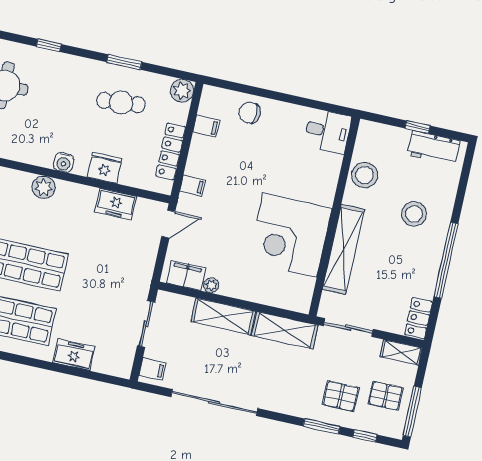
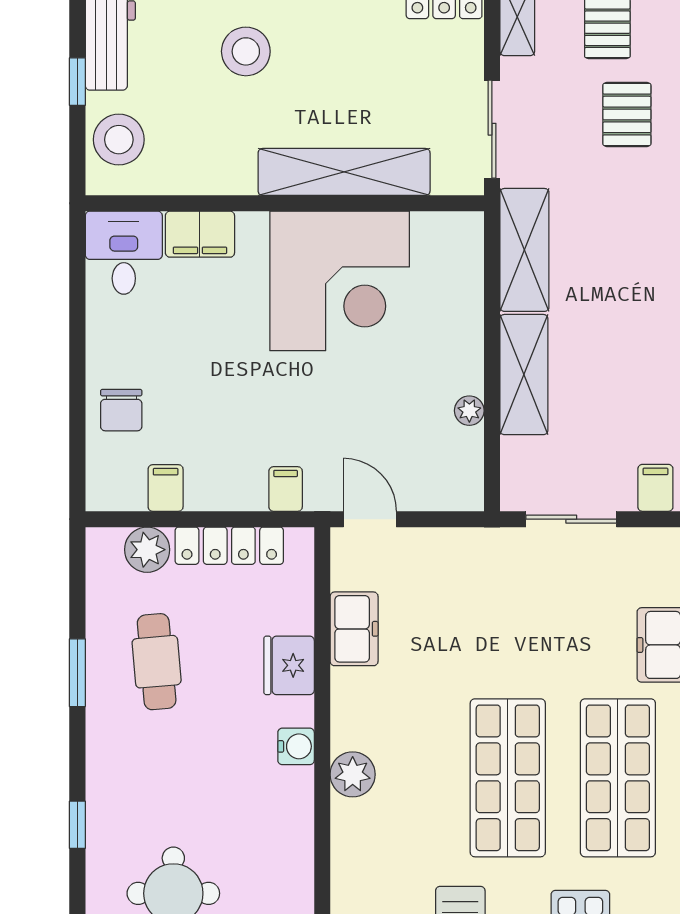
plant: (182, 91) -> (147, 550), moved
stool: (365, 175) -> (119, 140), moved
filing cabinet: (186, 275) -> (200, 234), moved, turned -90

